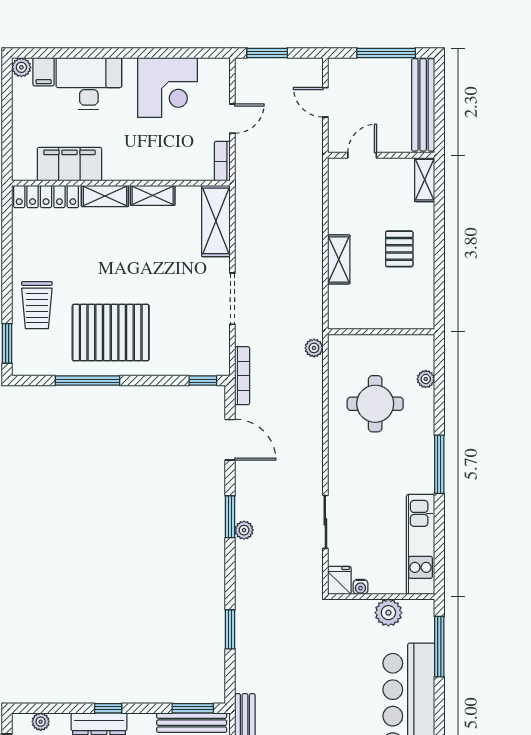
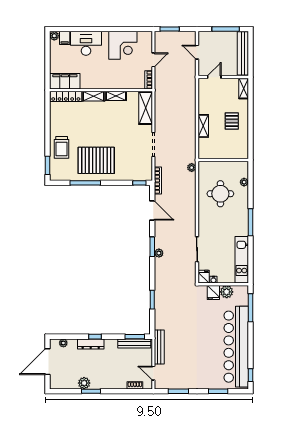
filing cabinet: (69, 164) -> (65, 81), moved
fridge: (360, 614) -> (213, 293), added

